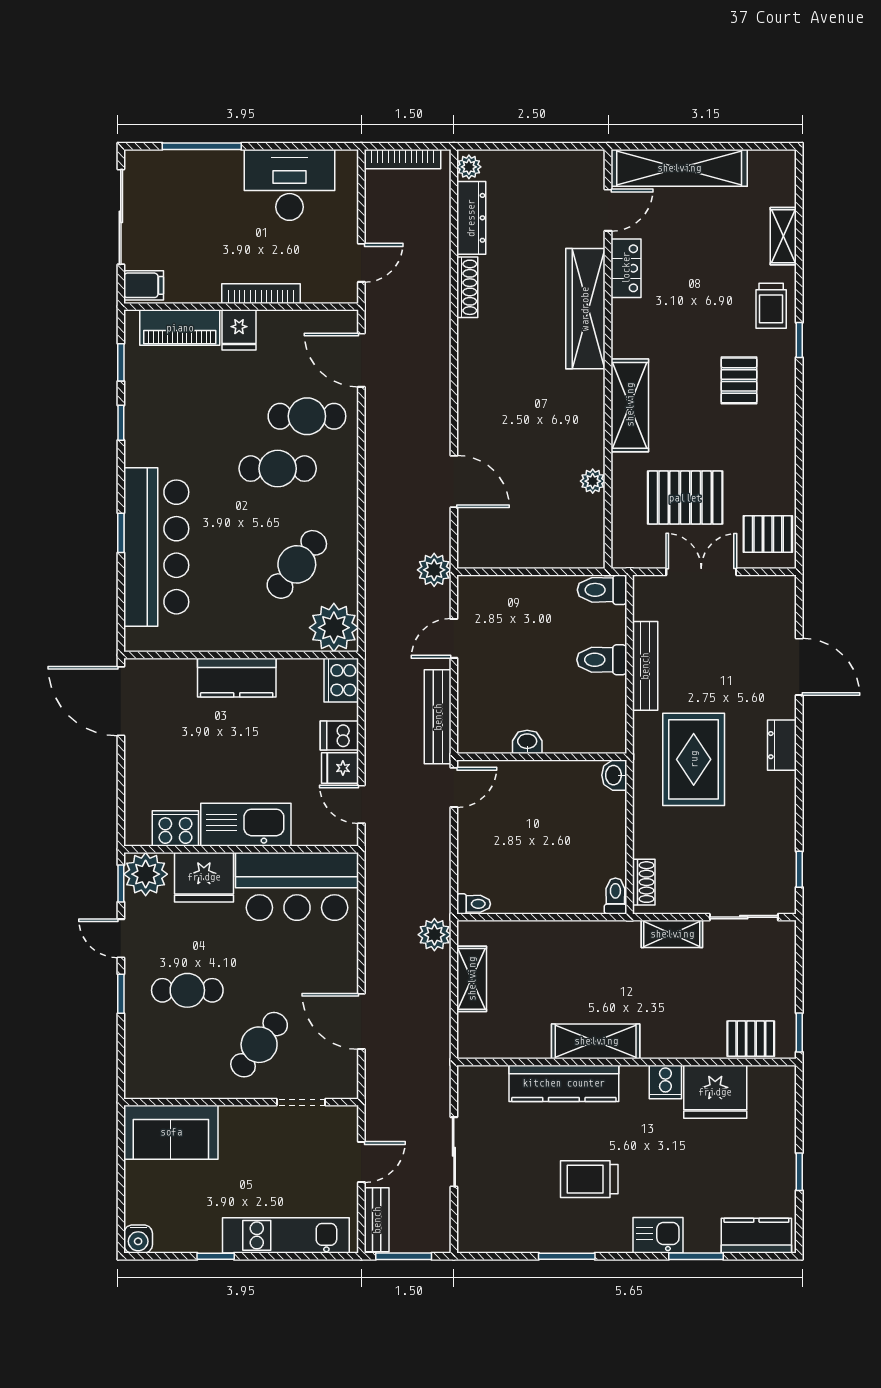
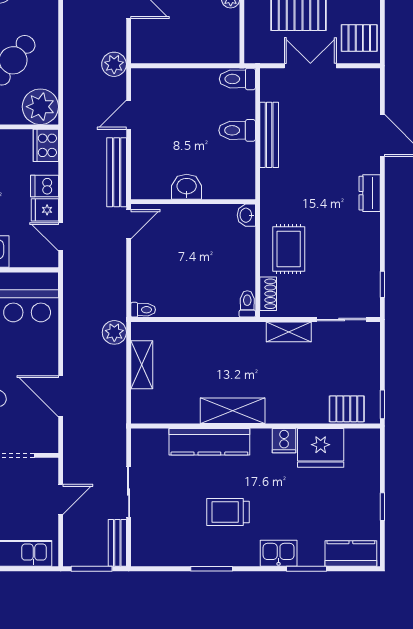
washbasin: (527, 742) -> (187, 187), width x1.38, depth x1.45
rug: (694, 759) -> (289, 249), moved, width x0.73, depth x0.70
bench: (377, 1220) -> (117, 543), moved

